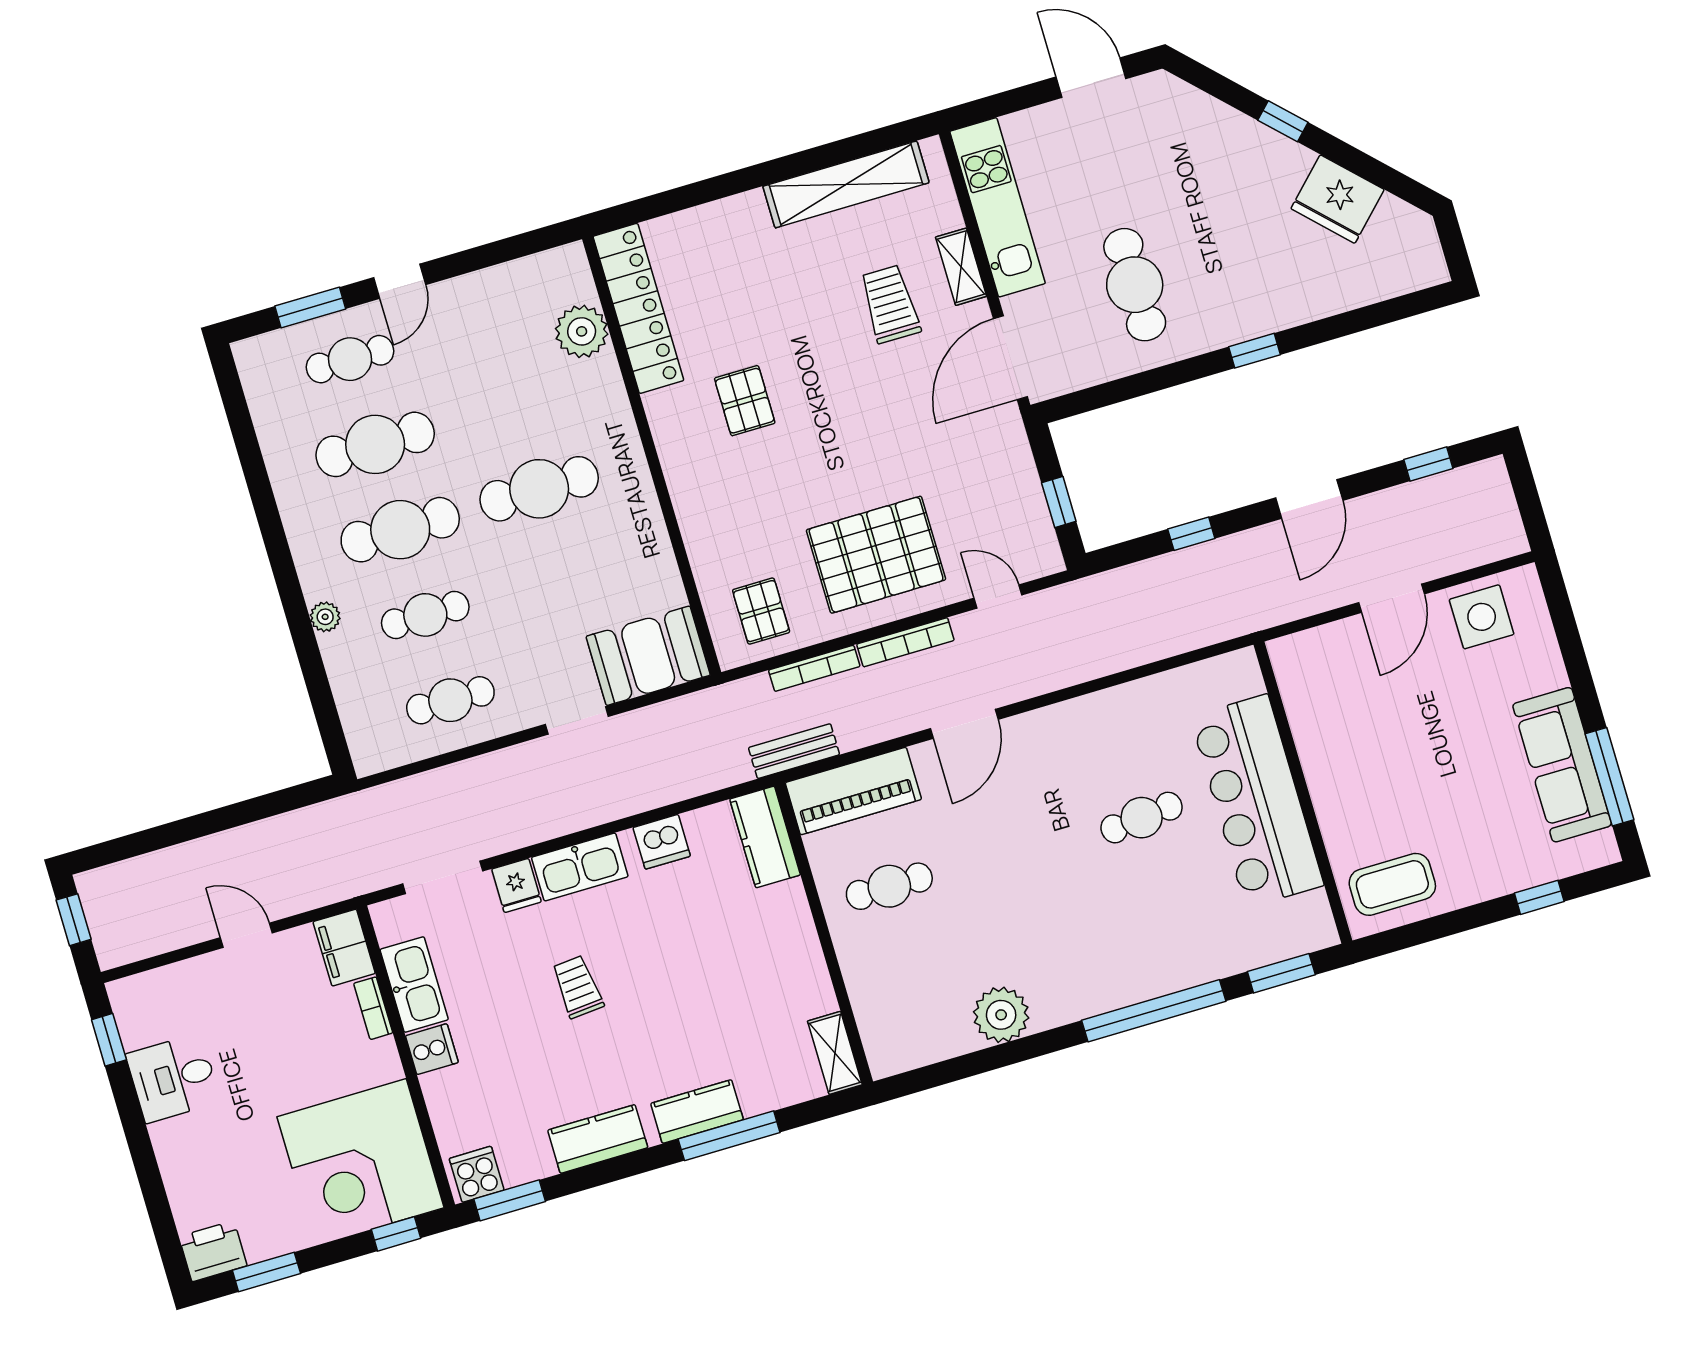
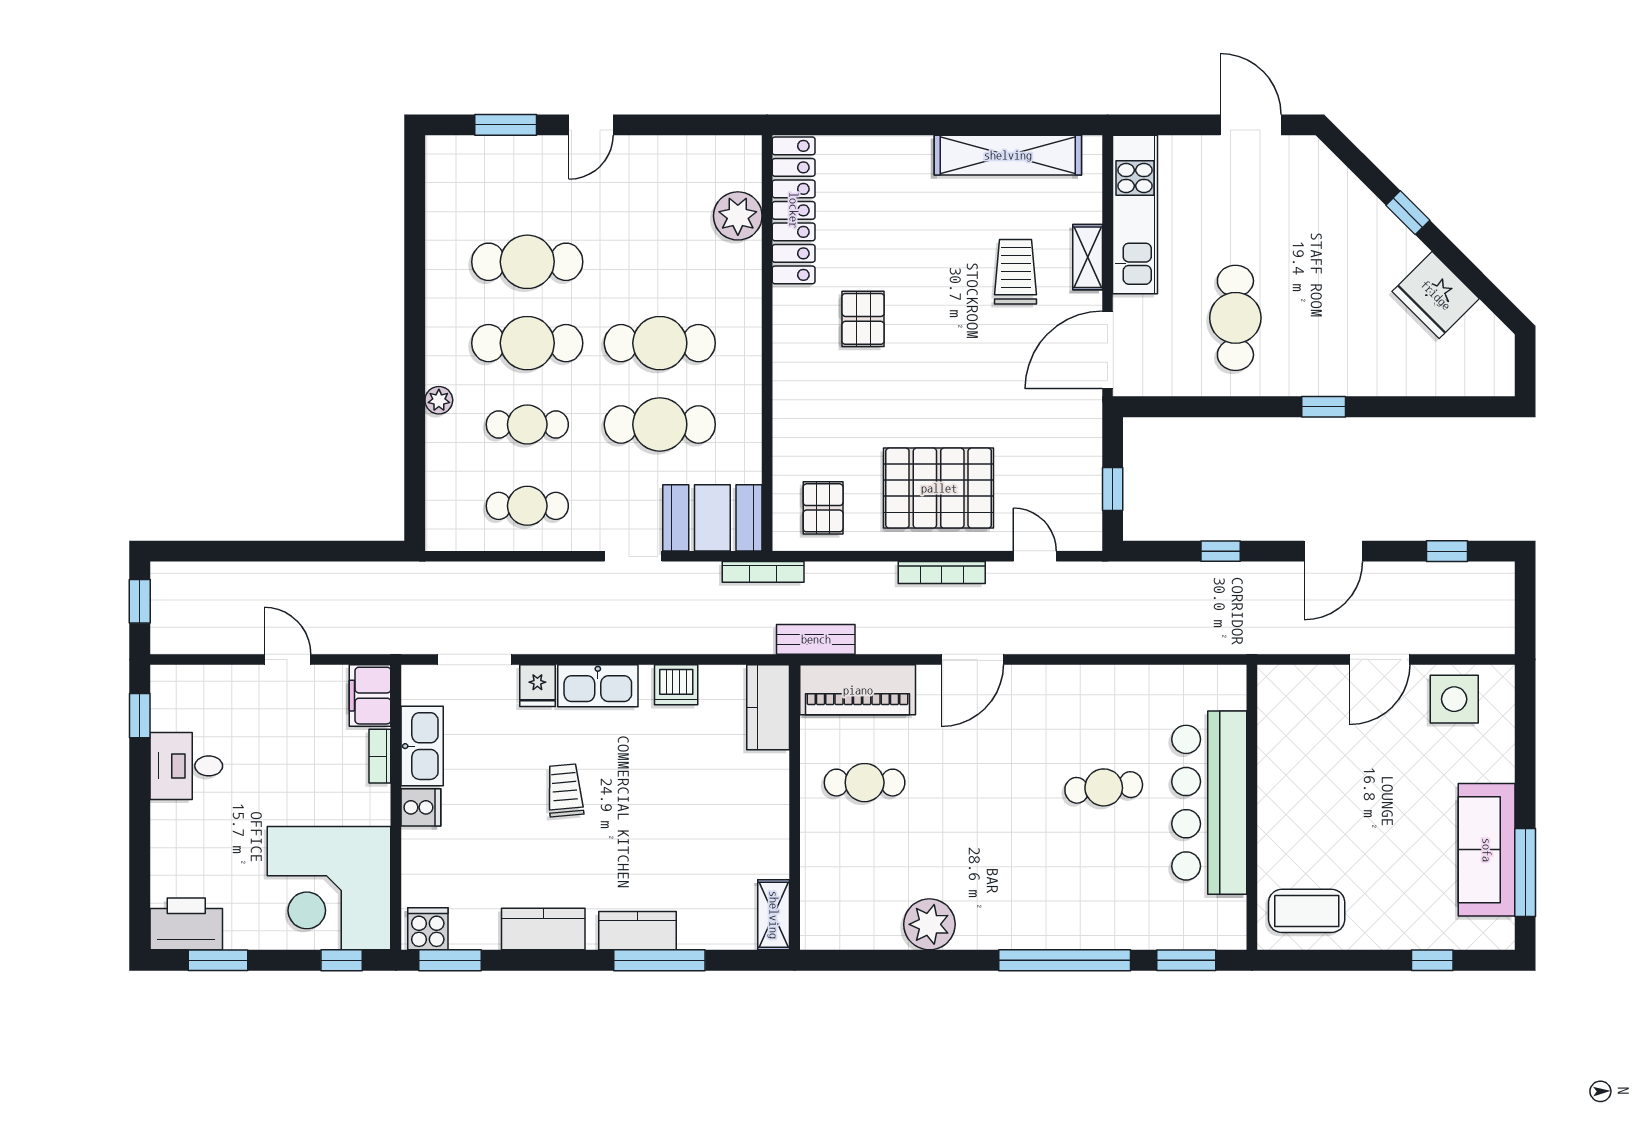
cafe table: (350, 359) -> (660, 424), moved, width x1.37, depth x1.35
bookcase: (814, 668) -> (763, 572), moved
printer: (213, 1251) -> (186, 924), width x1.37, depth x1.19

